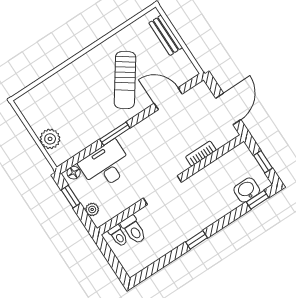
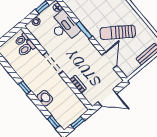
washbasin: (247, 190) -> (45, 98), moved

